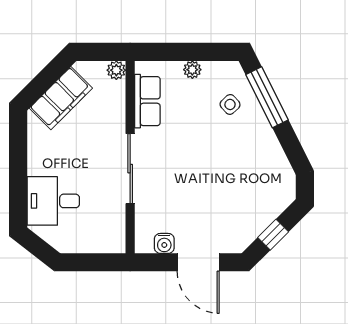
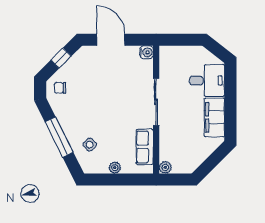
window: (267, 97) -> (59, 137), moved
filing cabinet: (61, 98) -> (214, 117), moved, turned -45
chair: (275, 190) -> (60, 88), added
water cooler: (164, 243) -> (146, 52), moved, turned 90

